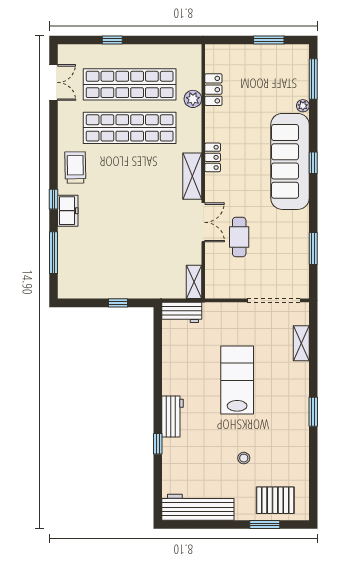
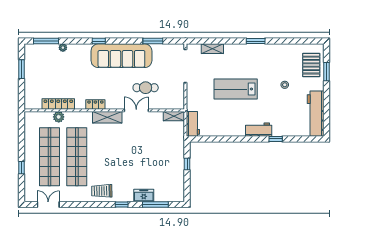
locker: (213, 90) -> (58, 104), width x1.53
sofa: (290, 161) -> (121, 56), moved
freezer: (68, 211) -> (144, 196), moved

